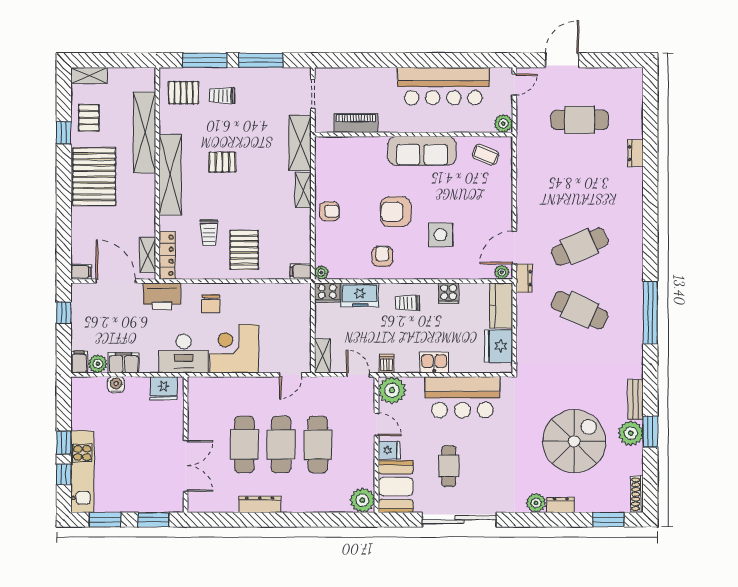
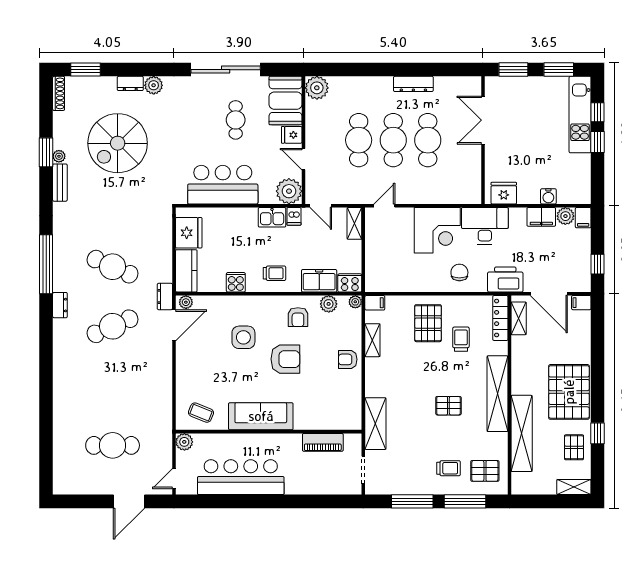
dresser: (636, 153) -> (60, 305), moved
shelving: (303, 190) -> (372, 340), moved
plant: (350, 270) -> (329, 304), added
kitchen sink: (434, 362) -> (272, 217), moved
plant: (631, 433) -> (59, 156), width x0.53, depth x0.53

